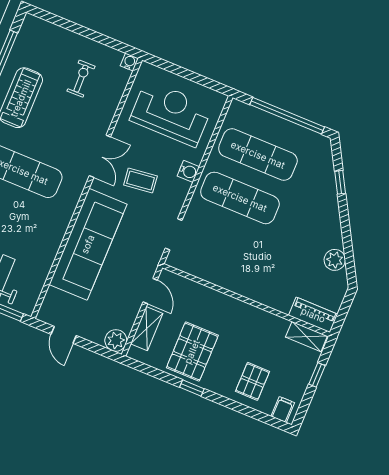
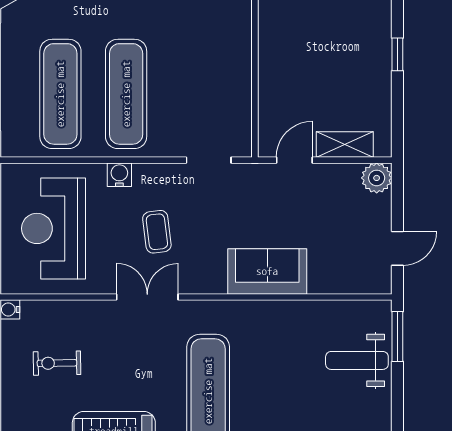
sofa: (88, 244) -> (267, 271), width x0.54, depth x0.79
pallet: (192, 352) -> (350, 73), removed

